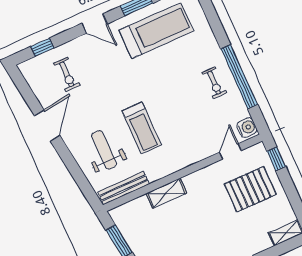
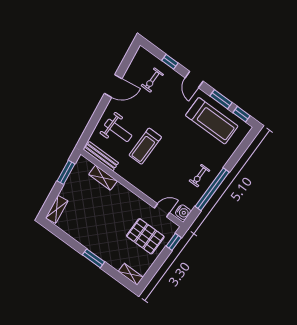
window: (42, 47) -> (170, 62), moved
weight bench: (104, 150) -> (118, 130), turned 90
shelving: (166, 193) -> (103, 178), moved

